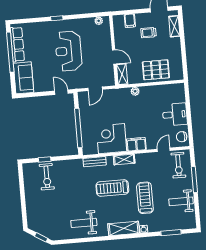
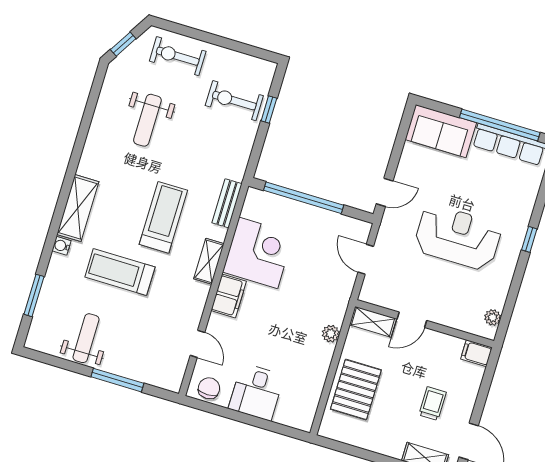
filing cabinet: (130, 21) -> (476, 353), moved
exercise bike: (178, 165) -> (178, 56), moved
treadmill: (145, 198) -> (120, 272), turned 180
weight bench: (84, 223) -> (147, 120), moved, turned 180

